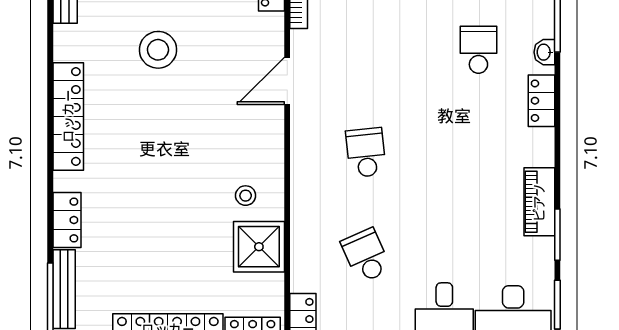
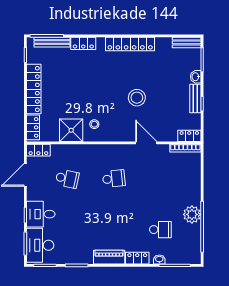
stool: (158, 50) -> (137, 98), moved
piano: (539, 202) -> (109, 257), moved
school desk: (366, 256) -> (67, 179), turned 36

